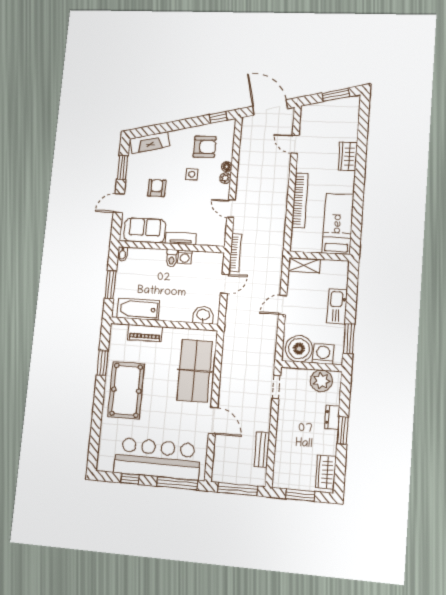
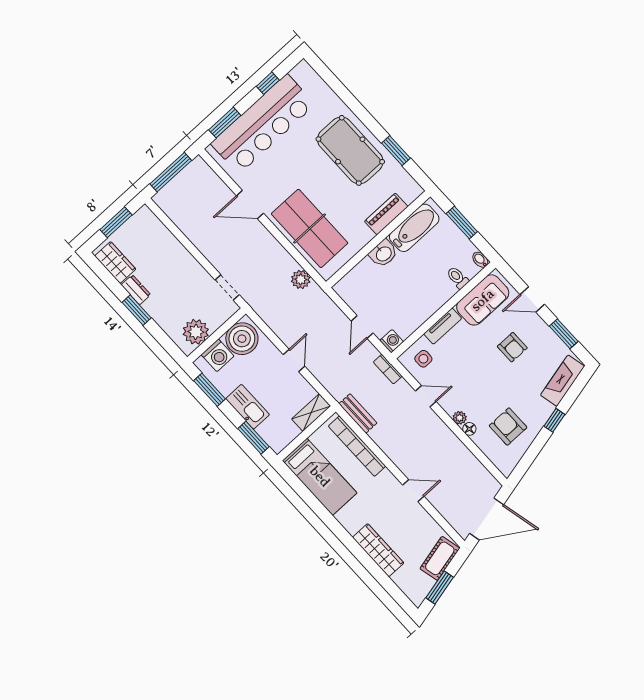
cot: (319, 111) -> (440, 558), added
window: (218, 117) -> (554, 420), moved
door: (295, 144) -> (413, 491), moved
armchair: (205, 147) -> (508, 427), turned 90
wardrobe: (348, 156) -> (378, 550), width x1.50
side table: (192, 174) -> (423, 359), moved
bookcase: (300, 200) -> (357, 446), moved
door: (119, 203) -> (532, 299), swing flipped
bookcase: (235, 252) -> (388, 369), width x0.64
washing machine: (185, 257) -> (392, 341), moved, turned 90
toilet: (172, 258) -> (458, 278), moved
window: (352, 285) -> (253, 438), added
washbasin: (203, 315) -> (383, 253), moved
plant: (230, 347) -> (301, 279), added
dresser: (332, 417) -> (136, 290), moved
bench: (262, 450) -> (358, 413), moved
window: (177, 483) -> (225, 123), width x0.69

